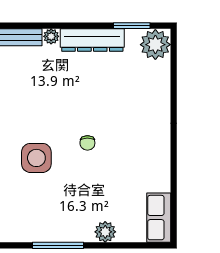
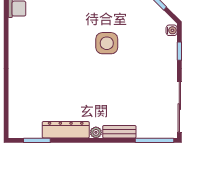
plant: (155, 45) -> (20, 126), removed
chair: (87, 143) -> (69, 54), removed

